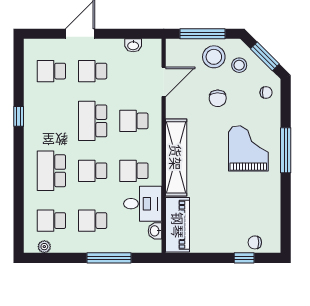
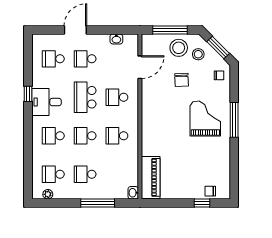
shelving: (176, 157) -> (150, 125), removed
school desk: (51, 171) -> (53, 136), width x0.54
desk: (143, 204) -> (46, 102), moved, turned 180
washbasin: (155, 231) -> (133, 193), moved

